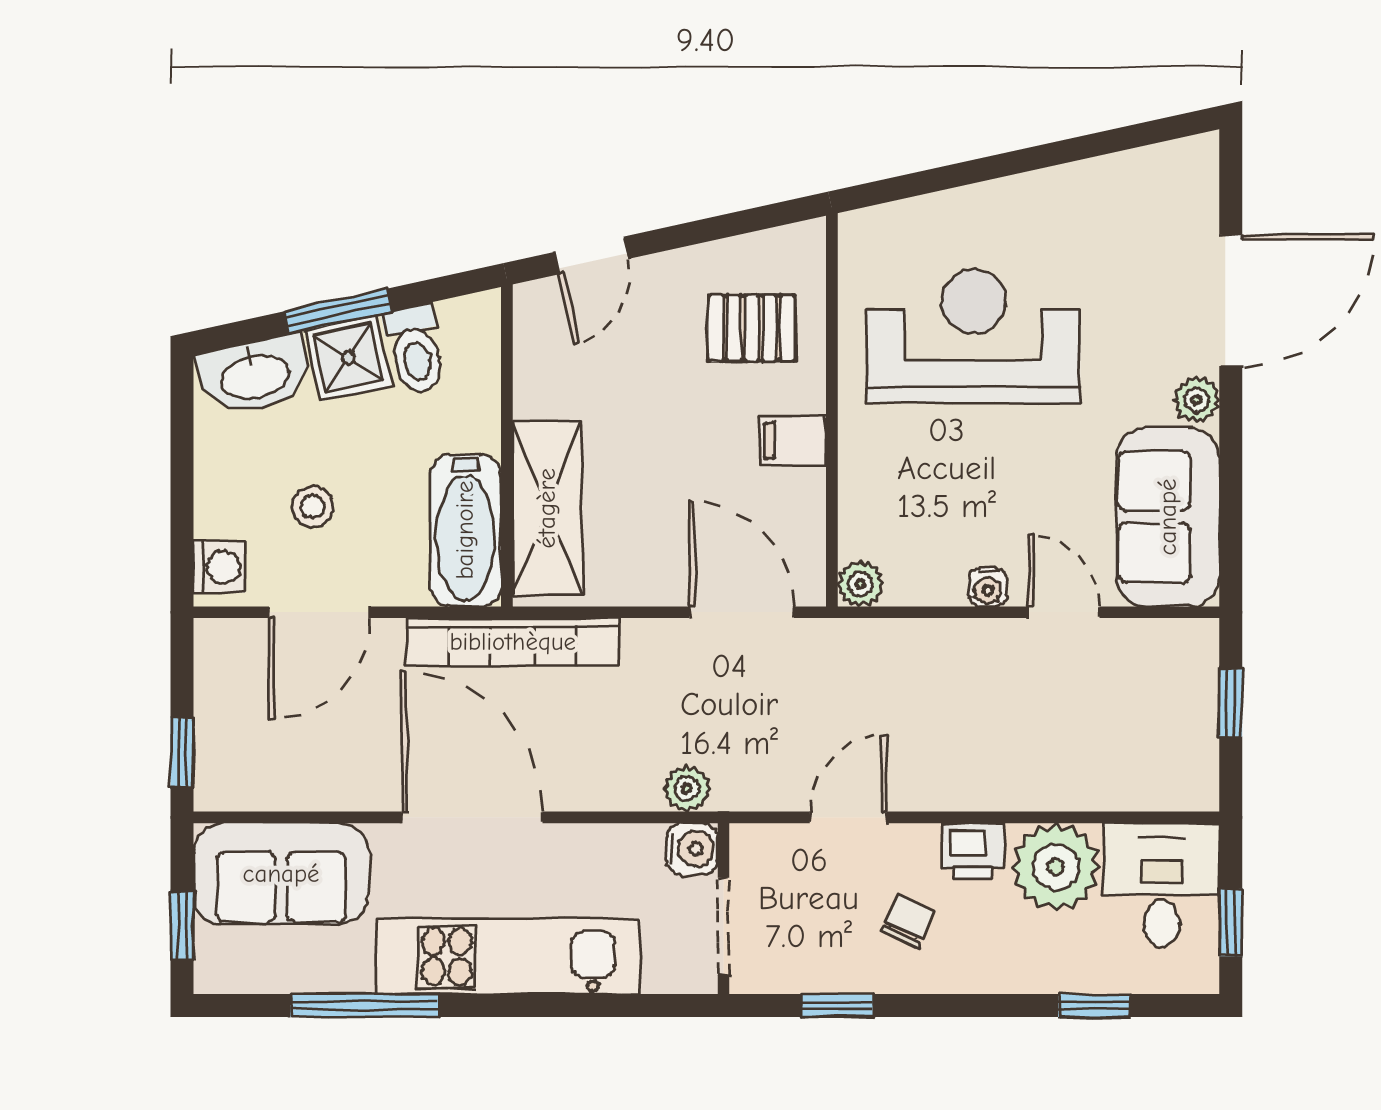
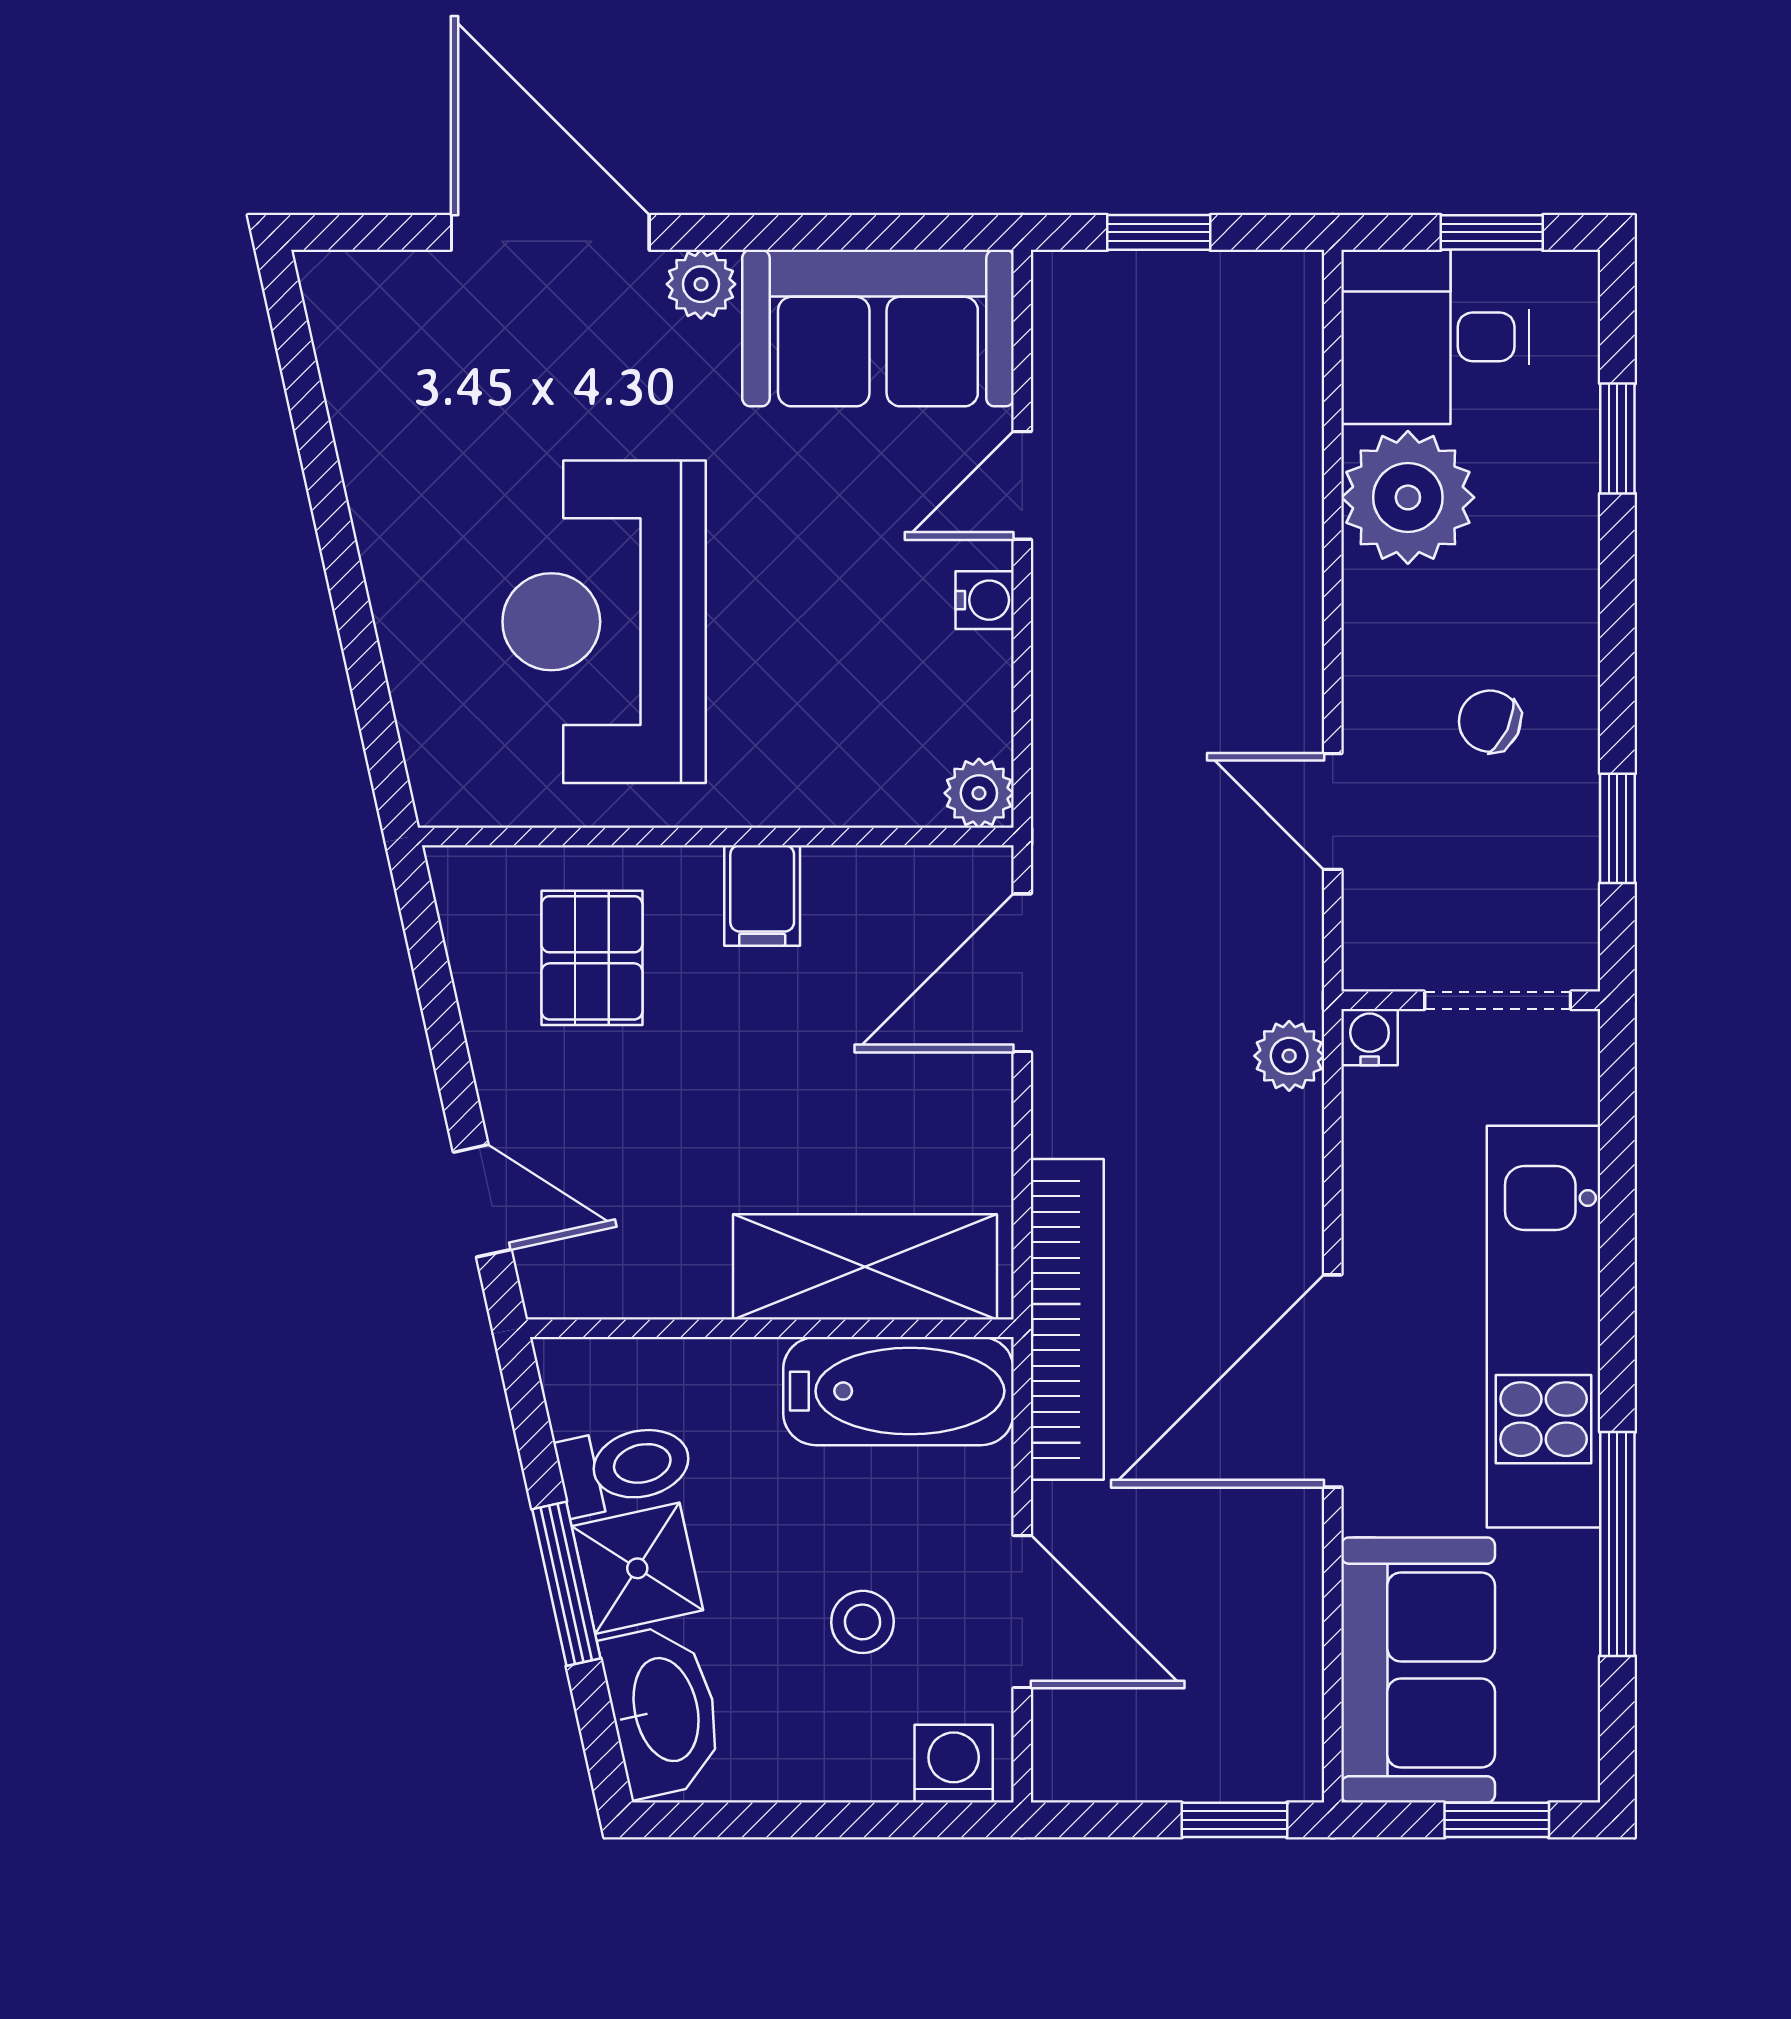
water cooler: (692, 849) -> (1370, 1037), width x0.72, depth x0.72
printer: (973, 851) -> (1384, 623), removed

